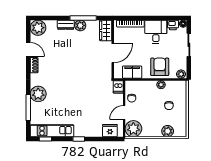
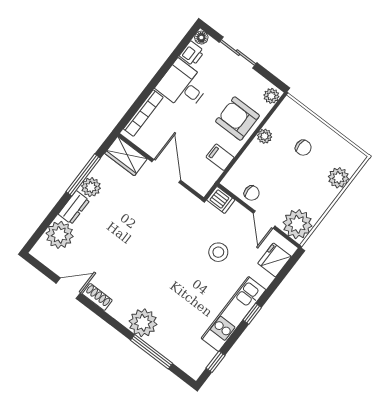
plant: (38, 28) -> (60, 235), moved
filing cabinet: (132, 72) -> (220, 157), width x0.50
stool: (95, 103) -> (218, 252), added
kitchen unit: (52, 131) -> (234, 314), moved

